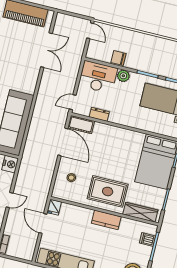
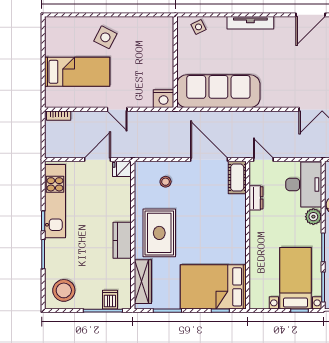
door: (63, 142) -> (209, 160), swing flipped

